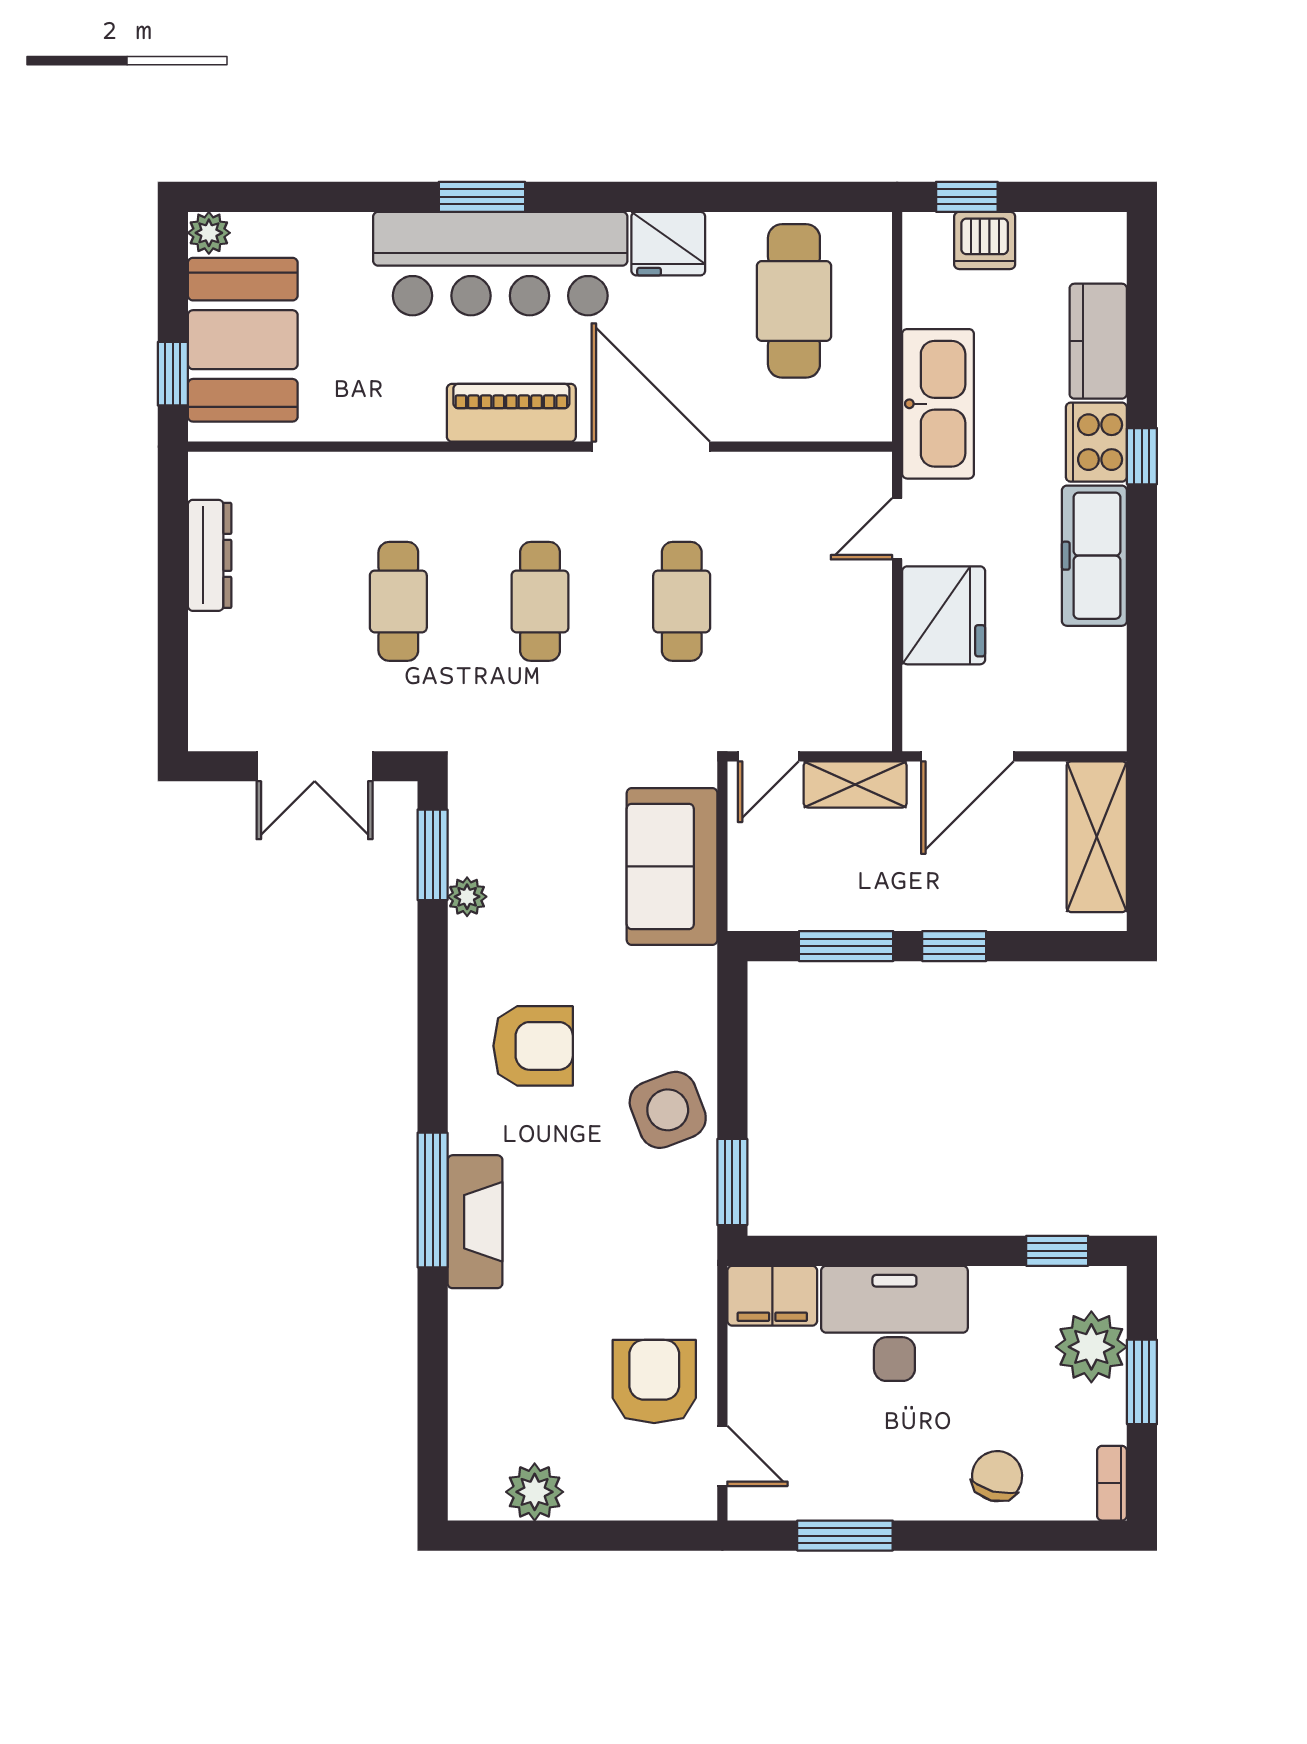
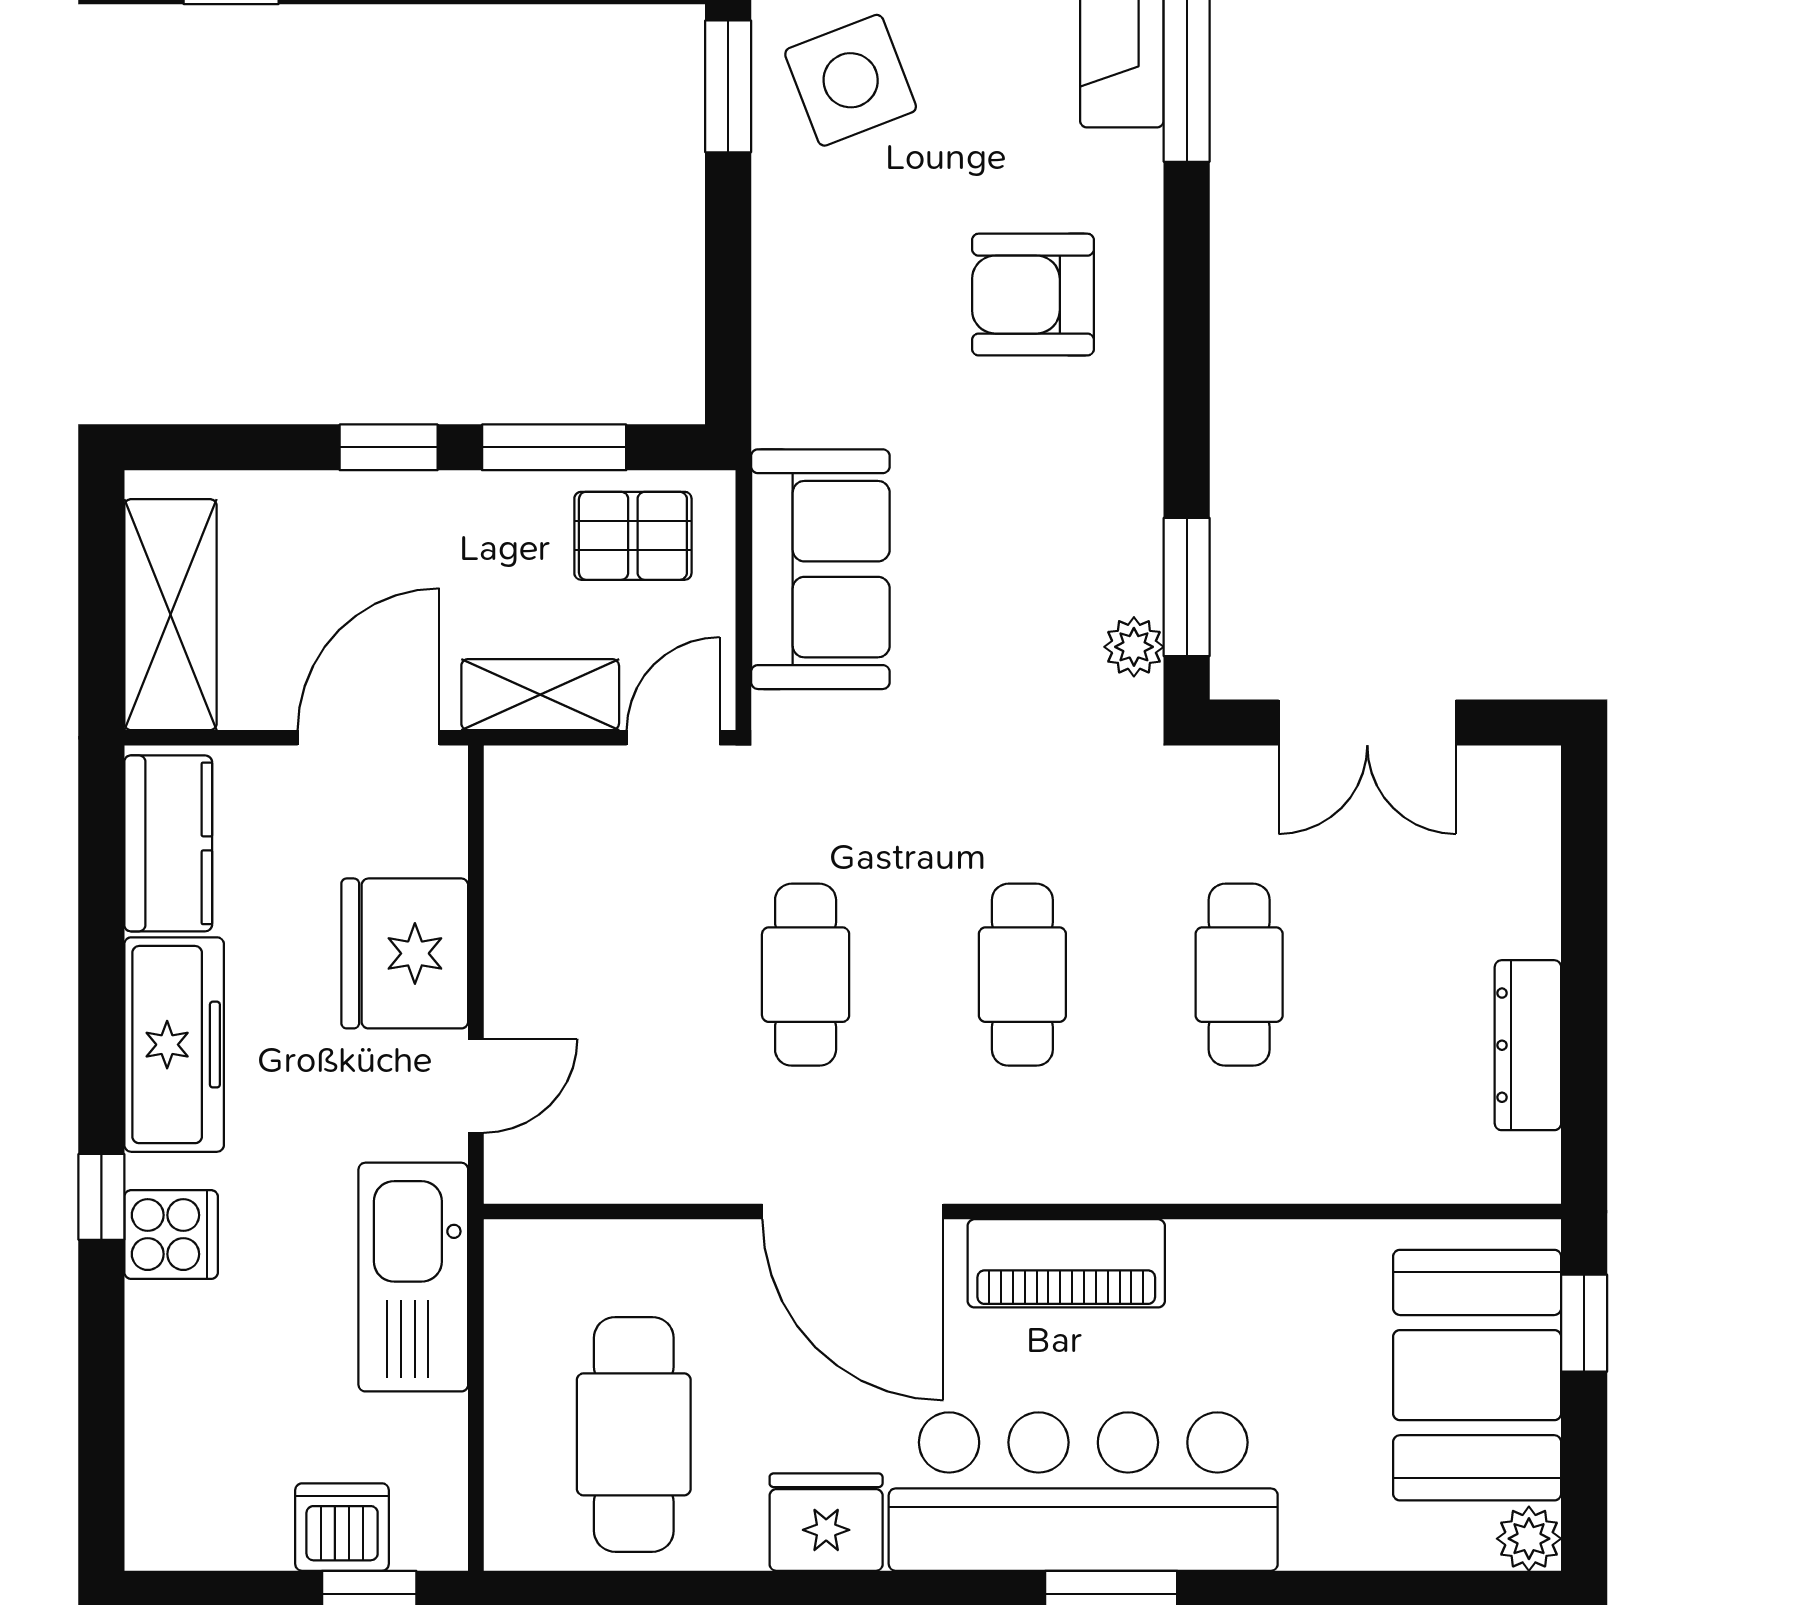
kitchen counter: (1098, 341) -> (168, 843), moved
cooker: (1096, 442) -> (171, 1235), width x0.73
double door: (315, 766) -> (1367, 722), swing flipped
pallet: (795, 888) -> (633, 536), added
plant: (467, 897) -> (1134, 647), moved
side table: (668, 1110) -> (851, 80), moved

